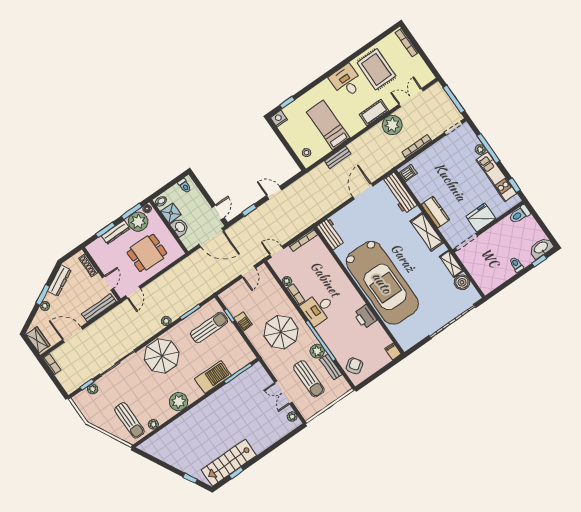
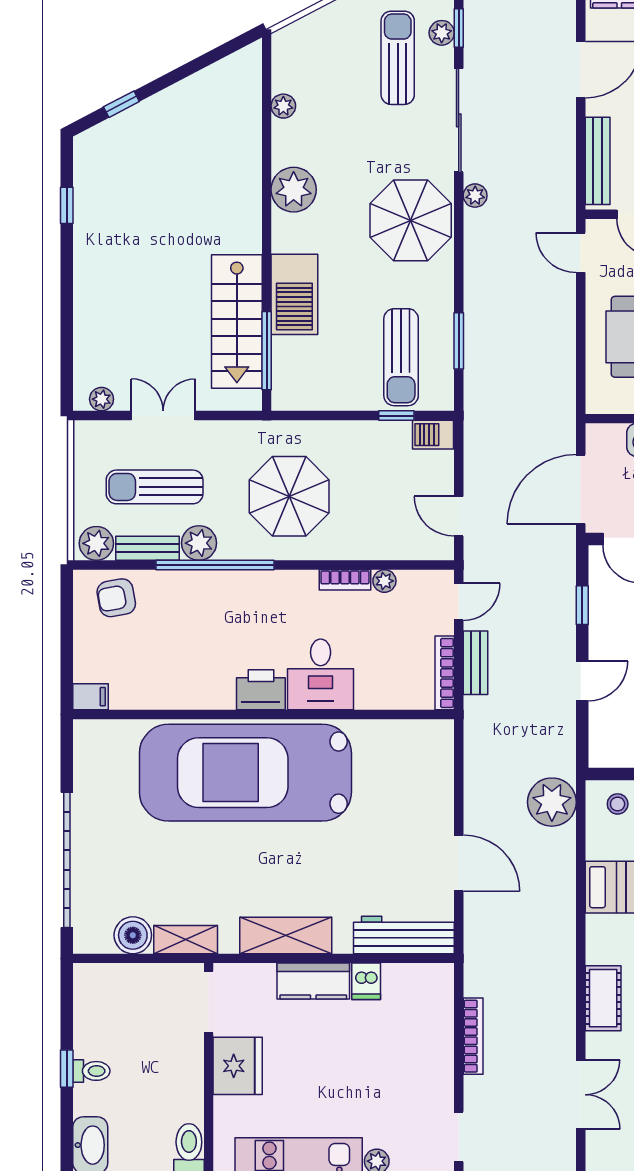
plant: (392, 125) -> (552, 802), moved
bench: (338, 157) -> (475, 663), moved
dishwasher: (408, 173) -> (366, 981), moved
workbench: (331, 234) -> (418, 738), removed
window: (539, 261) -> (67, 1069), moved
desk: (318, 309) -> (321, 674), moved, turned 180
printer: (365, 317) -> (261, 690), moved
plant: (166, 321) -> (475, 196), moved
barbecue: (243, 321) -> (433, 435), moved
armchair: (354, 366) -> (116, 598), turned 114
plant: (341, 385) -> (96, 543), added
sun lounger: (129, 420) -> (398, 58), moved, turned 90
stairs: (229, 463) -> (237, 322), moved, turned 180

